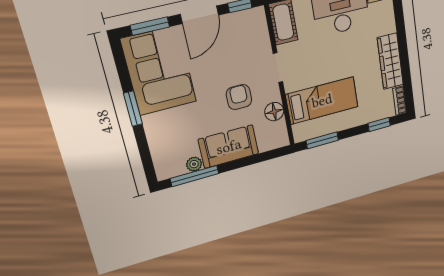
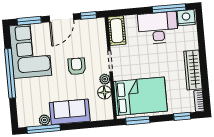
plant: (273, 94) -> (105, 79), added
armchair: (239, 97) -> (77, 66), moved
bed: (322, 101) -> (140, 96), width x1.50
window: (133, 109) -> (10, 73), width x2.11

